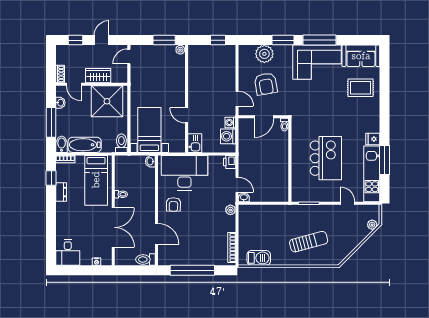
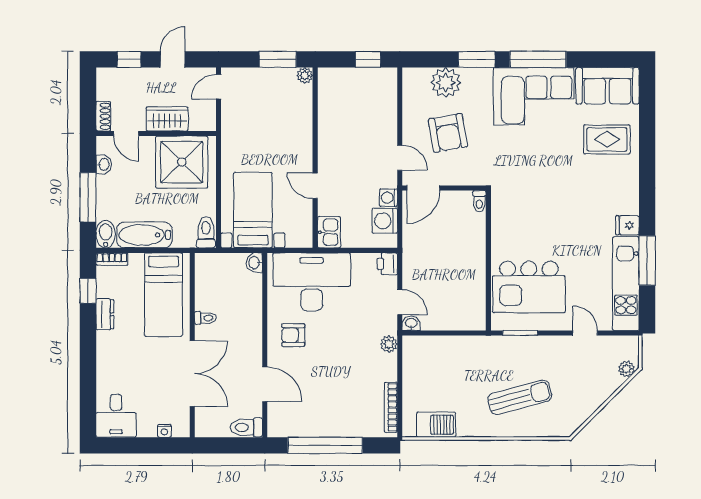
door: (264, 117) -> (423, 188), moved
kitchen island: (326, 158) -> (529, 287), moved, turned 90
armchair: (173, 204) -> (293, 335), turned 89

